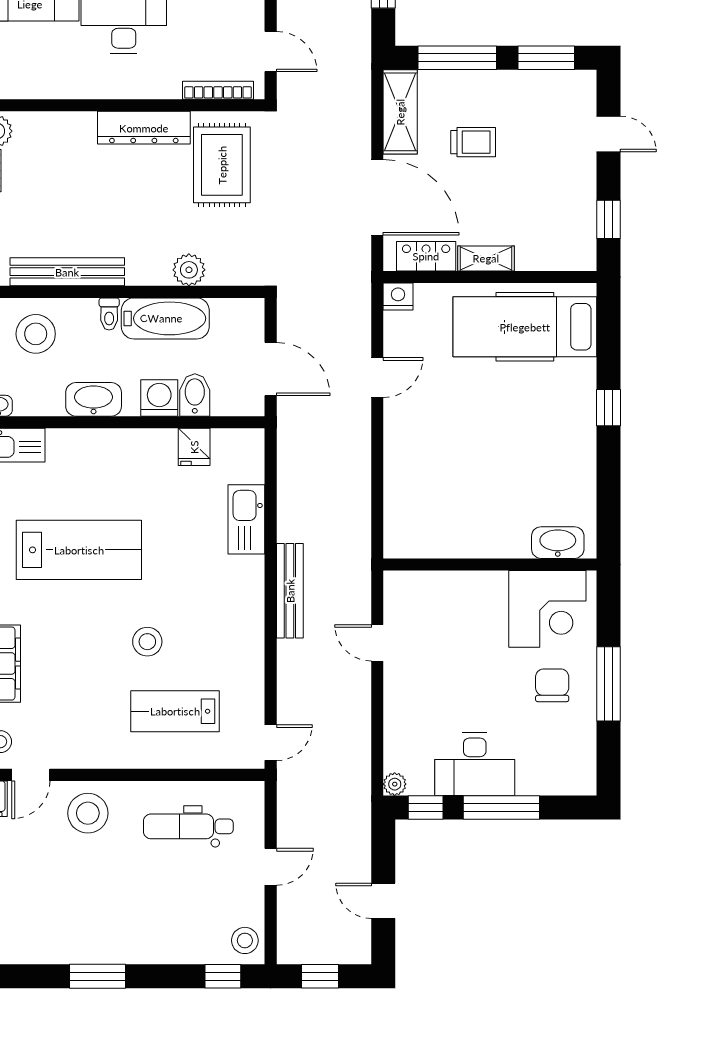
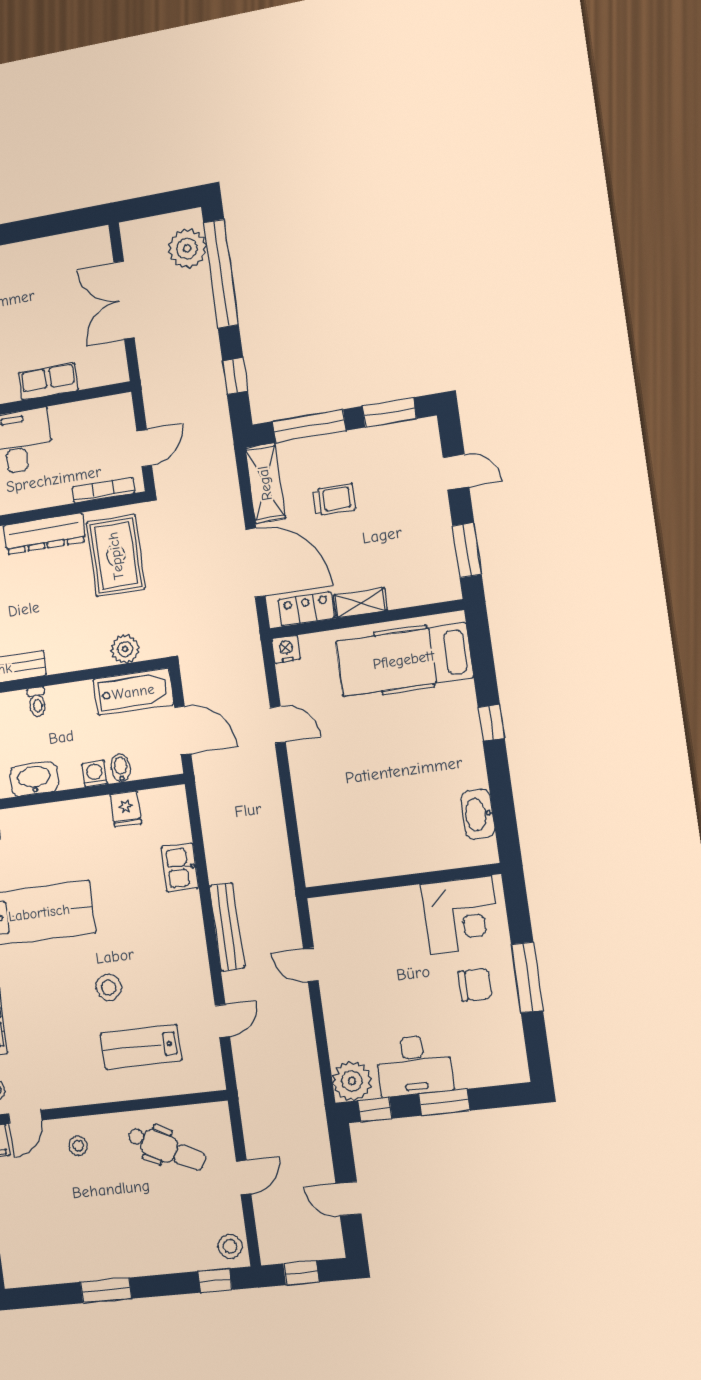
door: (271, 52) -> (144, 448), hinge flipped
window: (608, 219) -> (467, 550), width x1.50
plant: (189, 270) -> (125, 649), moved
bathtub: (165, 318) -> (133, 692), moved
door: (377, 378) -> (278, 725), hinge flipped
bidet: (195, 395) -> (121, 768), width x0.72, depth x0.74
washing machine: (159, 398) -> (95, 774), width x0.73, depth x0.73
kitchen sink: (246, 519) -> (180, 868), width x0.73
washbasin: (558, 543) -> (478, 814), moved, turned -90
chair: (552, 685) -> (475, 985), turned 90
door: (271, 743) -> (222, 1021), moved
plant: (395, 784) -> (352, 1081), width x1.88, depth x1.88
window: (501, 807) -> (444, 1102), width x0.69
stool: (88, 813) -> (78, 1146), width x0.53, depth x0.53
dental chair: (188, 826) -> (167, 1149), turned -153

